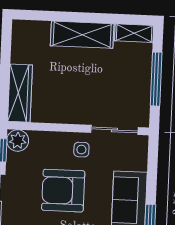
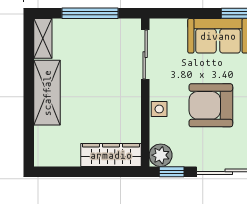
side table: (81, 150) -> (159, 109), moved
armchair: (63, 191) -> (211, 105), turned 90

